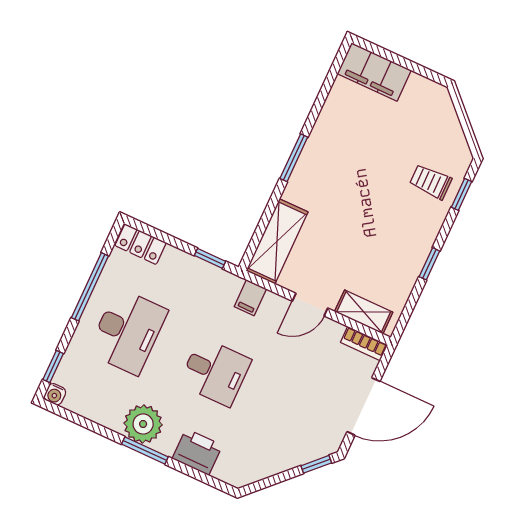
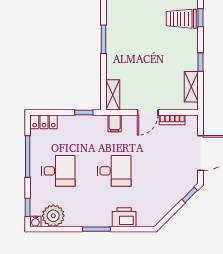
trolley: (431, 182) -> (181, 19), width x1.36, depth x1.39
shelving: (277, 241) -> (113, 95), width x0.67, depth x0.75
shelving: (364, 312) -> (191, 87), moved, turned 90
desk: (128, 331) -> (58, 171), width x0.73
bookcase: (364, 344) -> (172, 120), moved
plant: (143, 424) -> (53, 216), moved

